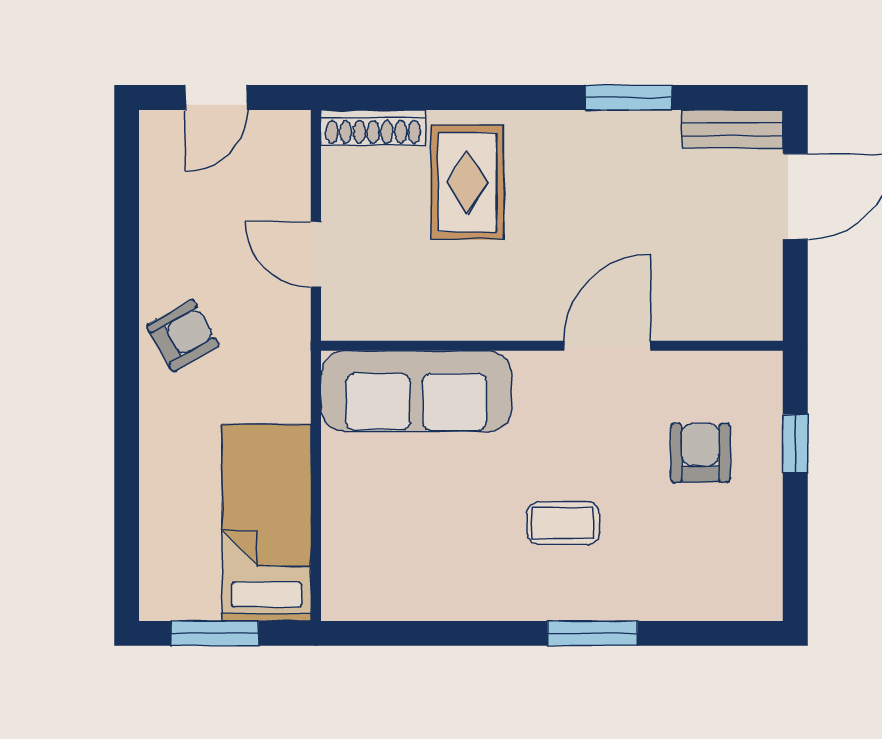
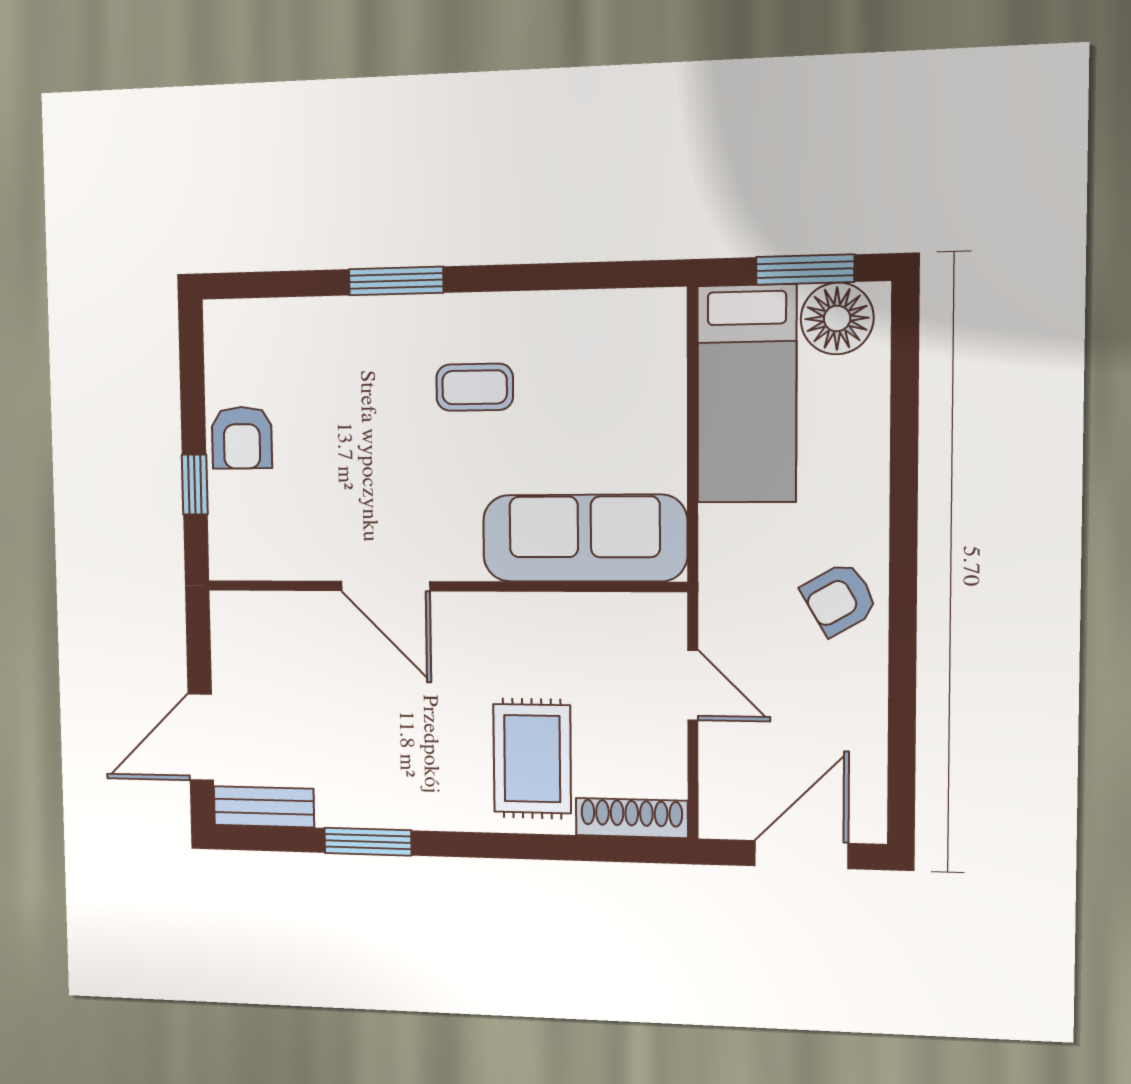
door: (216, 97) -> (801, 855), width x1.38
door: (607, 346) -> (385, 586), hinge flipped
armchair: (700, 453) -> (242, 438), moved
coffee table: (563, 523) -> (475, 387), moved
floor lamp: (186, 589) -> (837, 318), added

